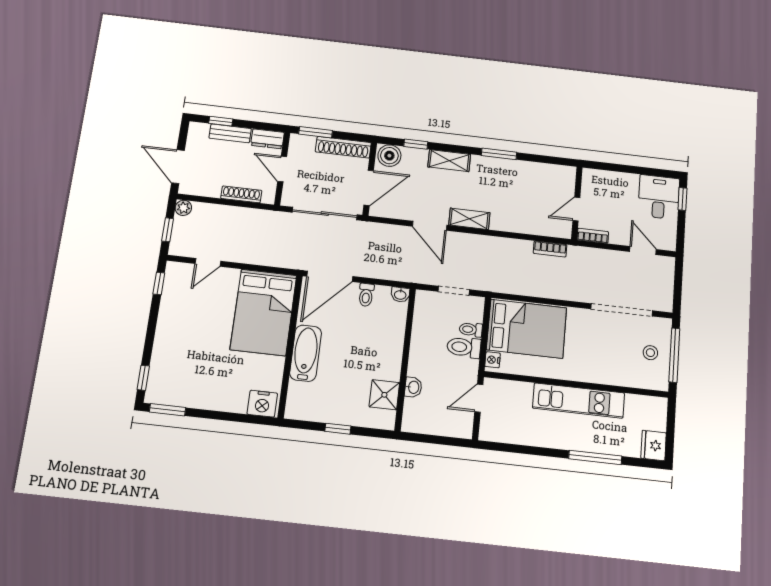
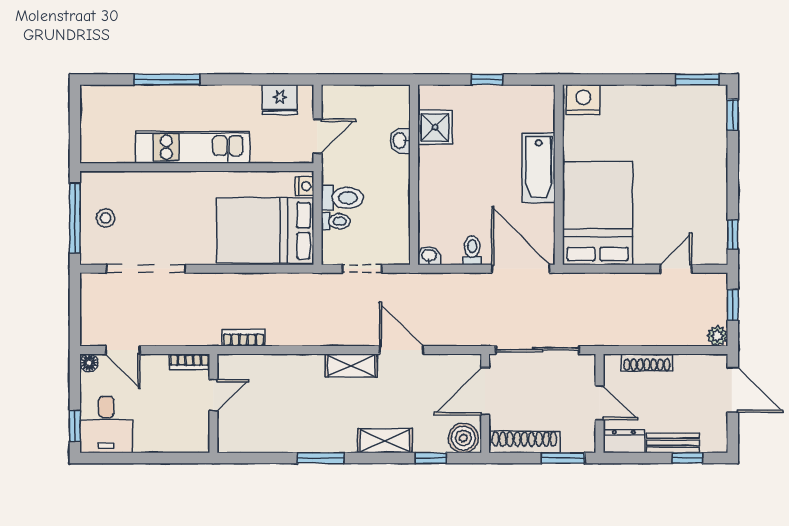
floor lamp: (669, 244) -> (89, 363), added
door: (330, 276) -> (521, 269), hinge flipped
fridge: (654, 445) -> (280, 100), moved, turned 90

